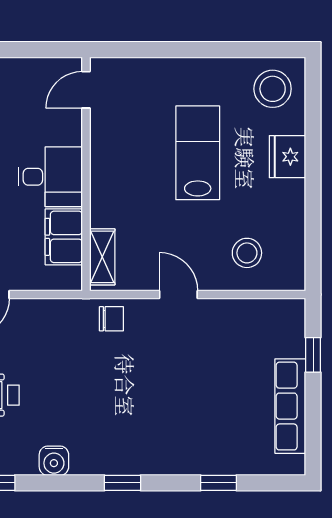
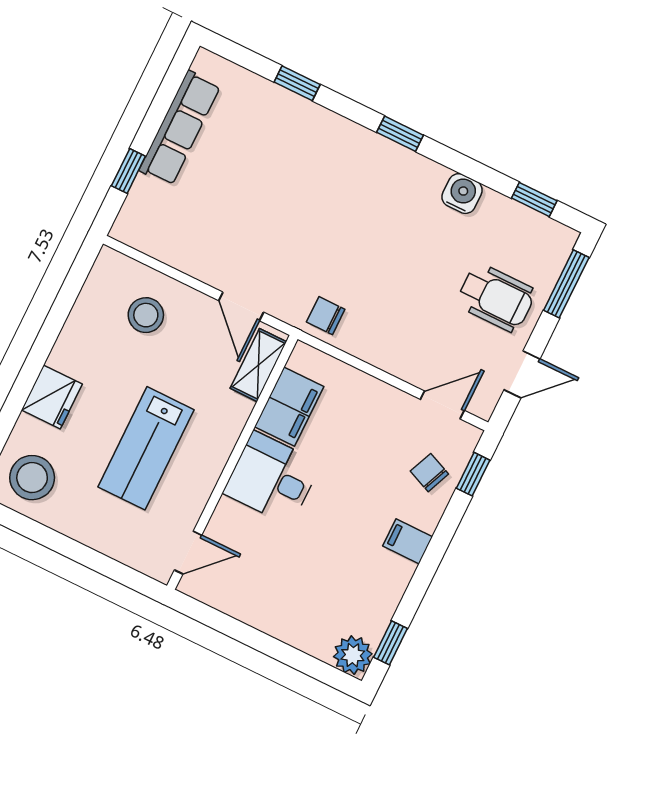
door: (86, 90) -> (188, 553), moved
wall: (86, 174) -> (232, 462), moved
desk: (50, 177) -> (272, 478), moved
filing cabinet: (64, 237) -> (289, 407), moved
shelving: (102, 257) -> (258, 365), moved

